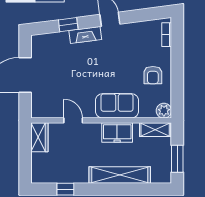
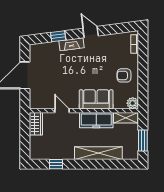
armchair: (153, 75) -> (124, 75), turned 90
freezer: (117, 132) -> (96, 120), width x1.40

